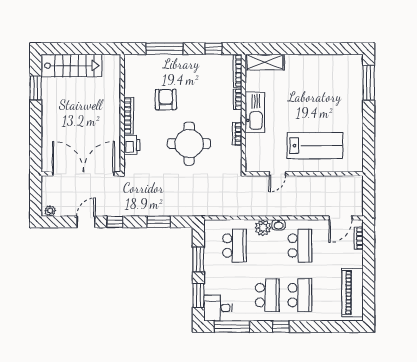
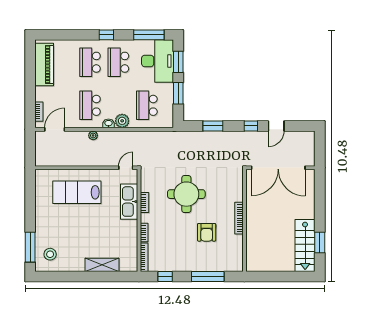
shelving: (265, 62) -> (102, 265), moved
stairs: (72, 66) -> (305, 245), moved, turned -90
stool: (346, 74) -> (50, 254), added
kitchen sink: (255, 112) -> (129, 202), moved
printer: (132, 145) -> (236, 193), removed
door: (277, 174) -> (126, 168), moved
plant: (50, 211) -> (93, 135), moved
desk: (218, 308) -> (158, 61), width x1.87, depth x1.30

